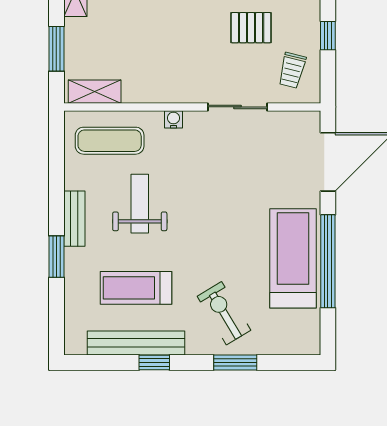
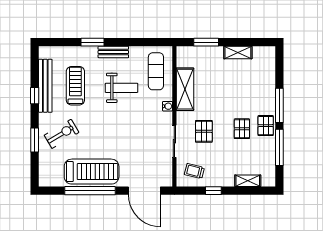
pallet: (251, 28) -> (204, 131), moved
shelving: (95, 92) -> (185, 89), moved, width x1.50, depth x1.33

